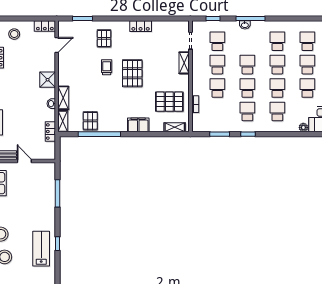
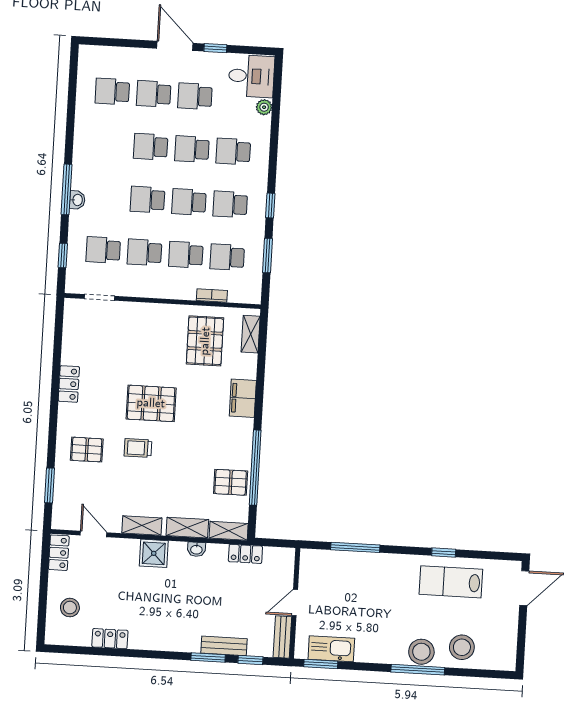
school desk: (277, 41) -> (227, 257), moved
shelving: (184, 63) -> (142, 526), moved

